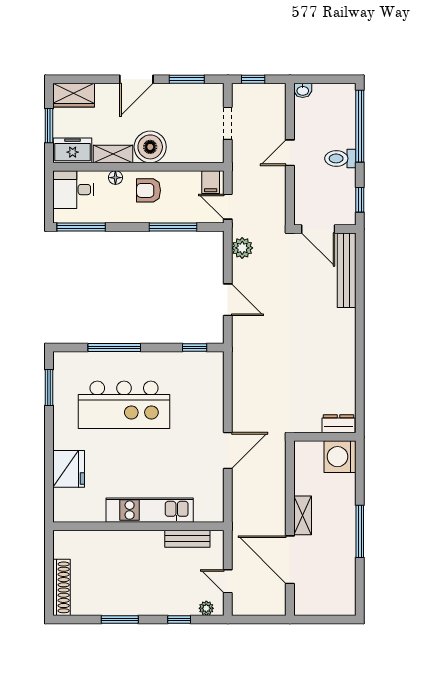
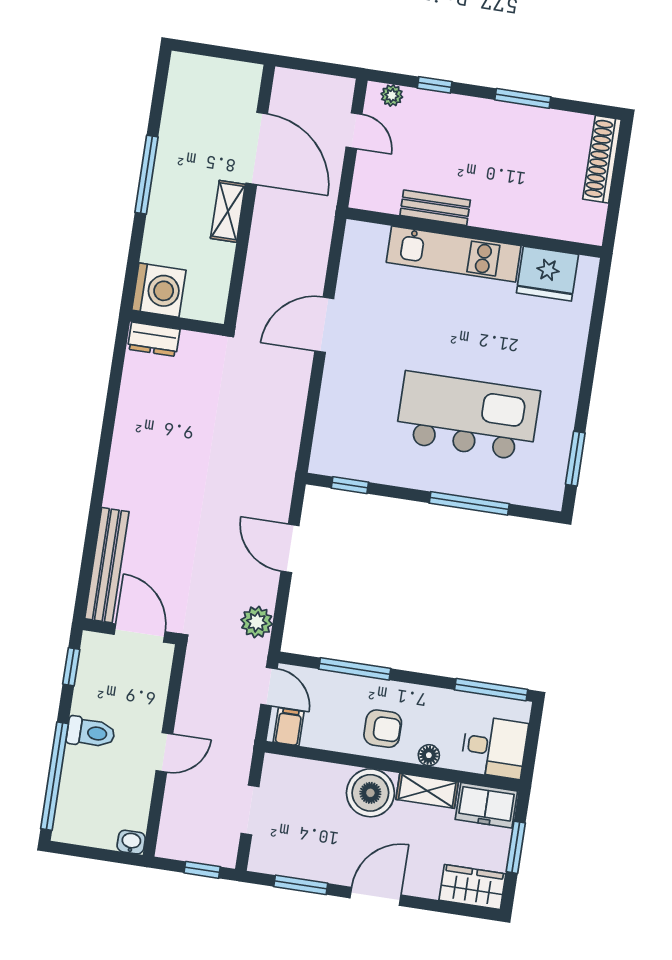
fridge: (69, 469) -> (547, 274), moved, turned -90
bench: (187, 539) -> (435, 208), moved

